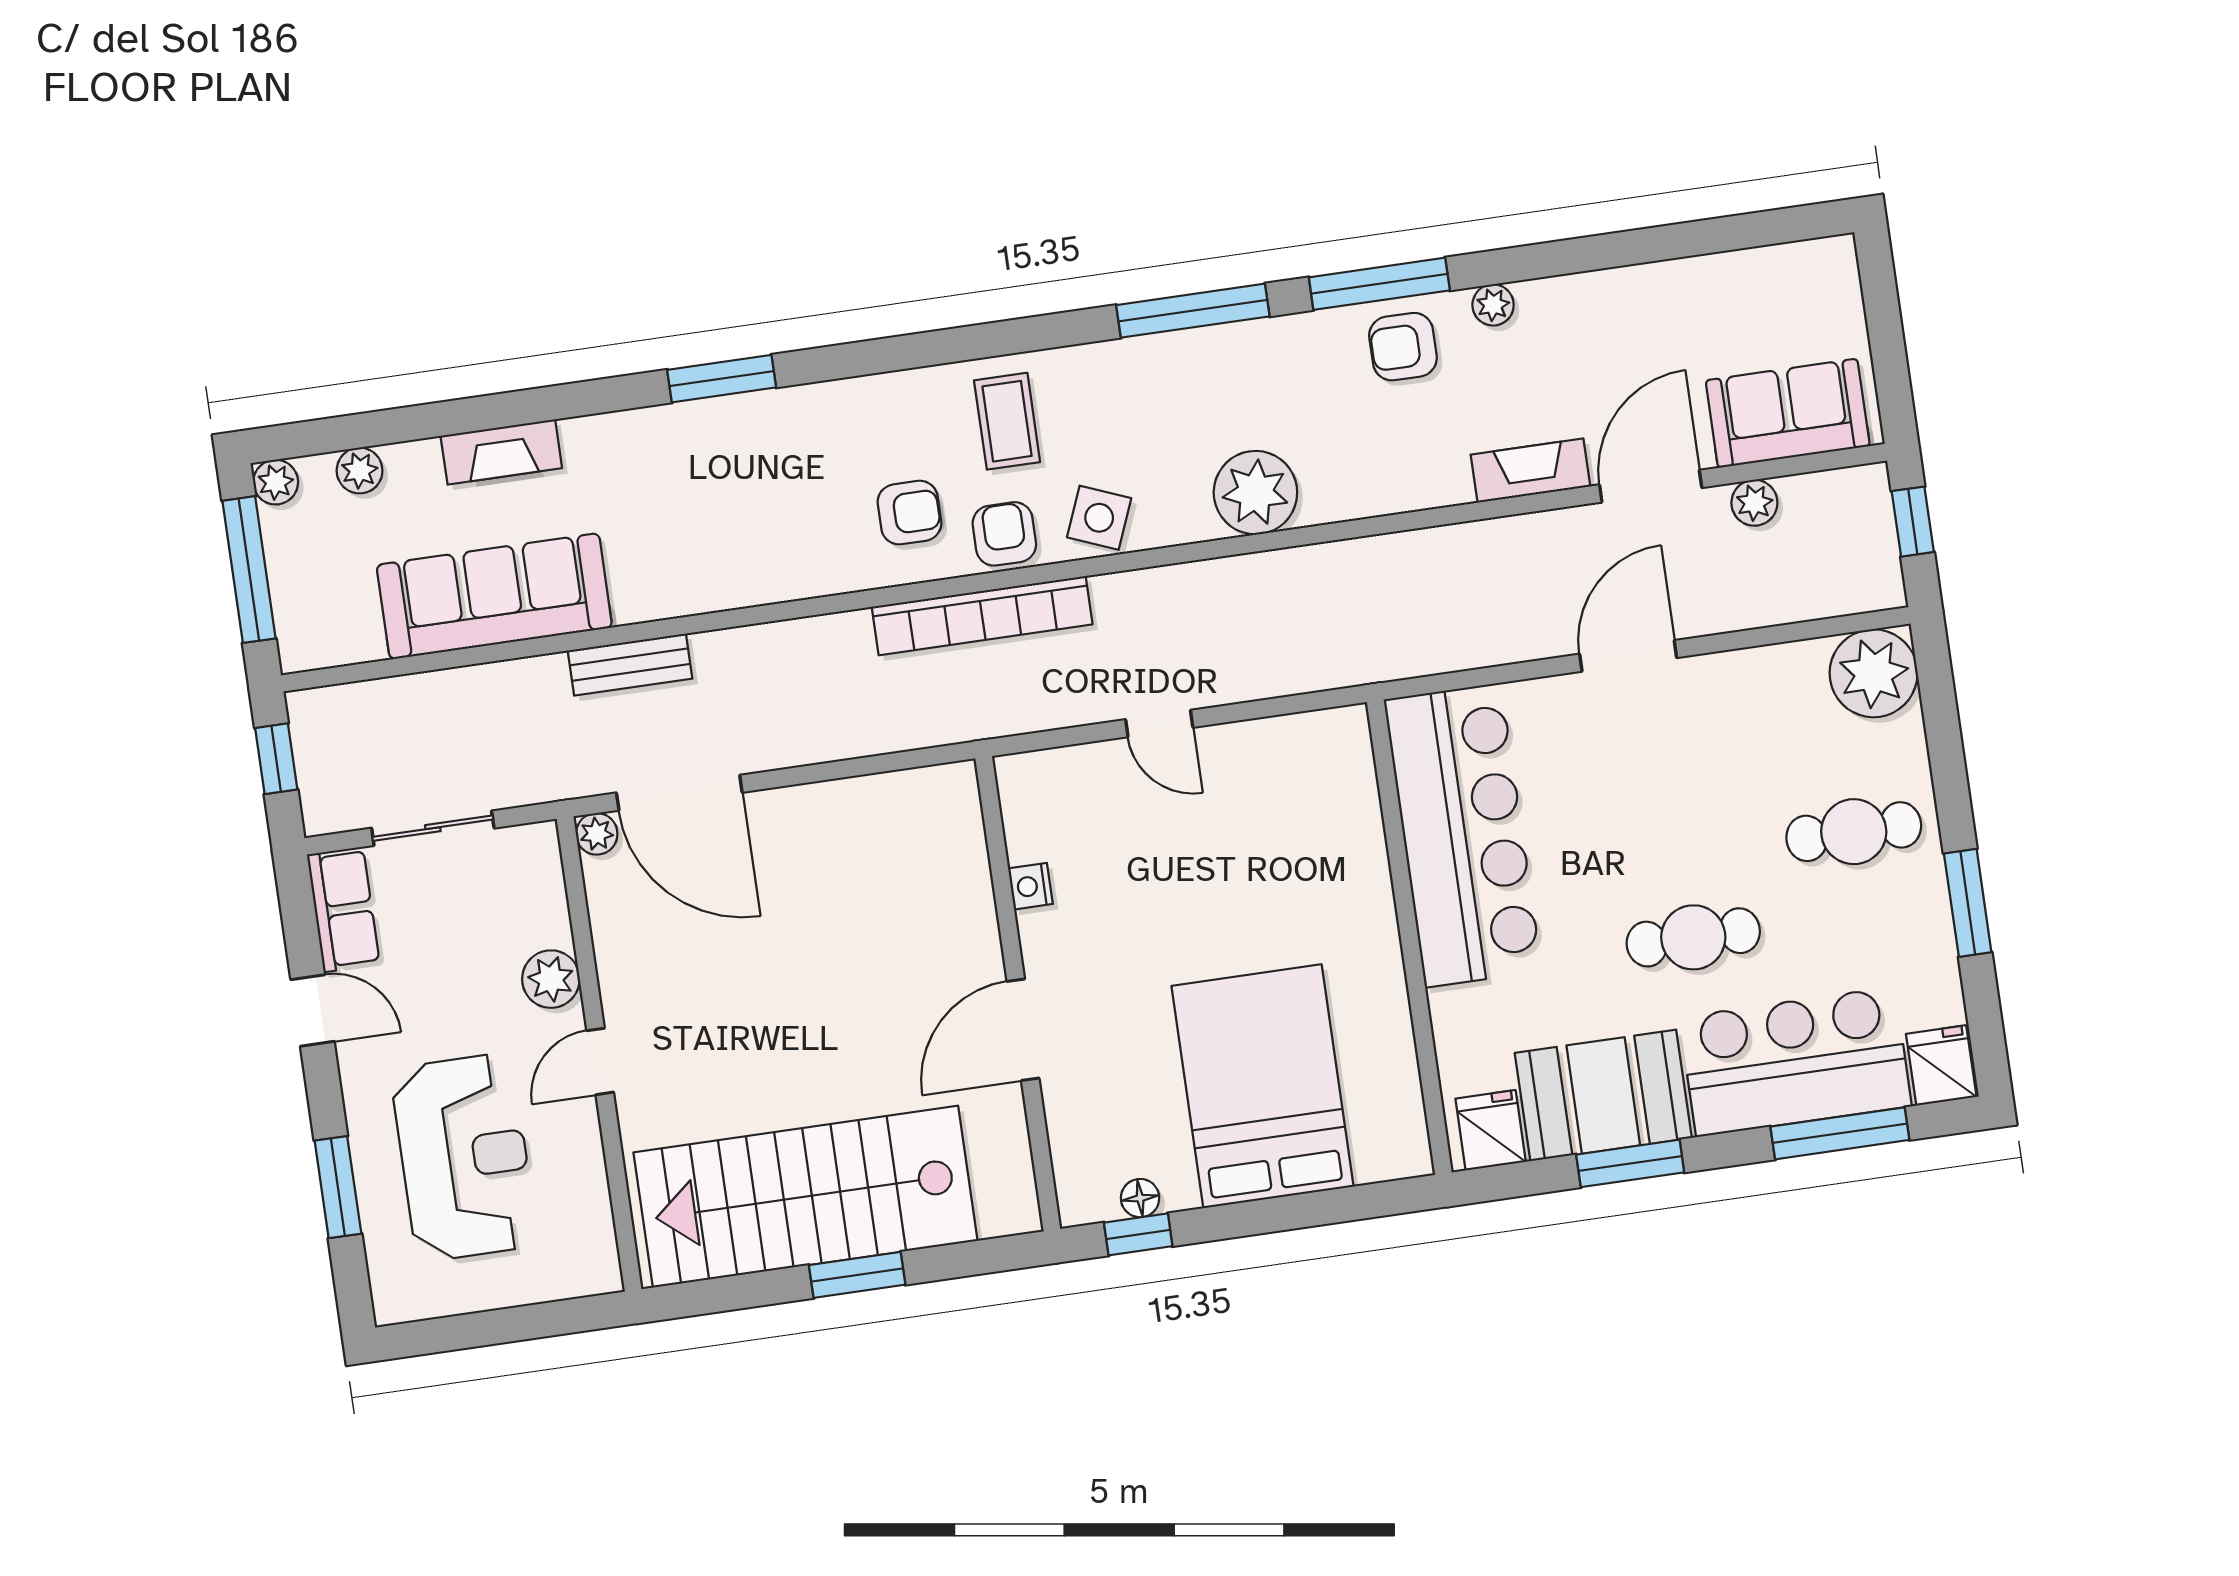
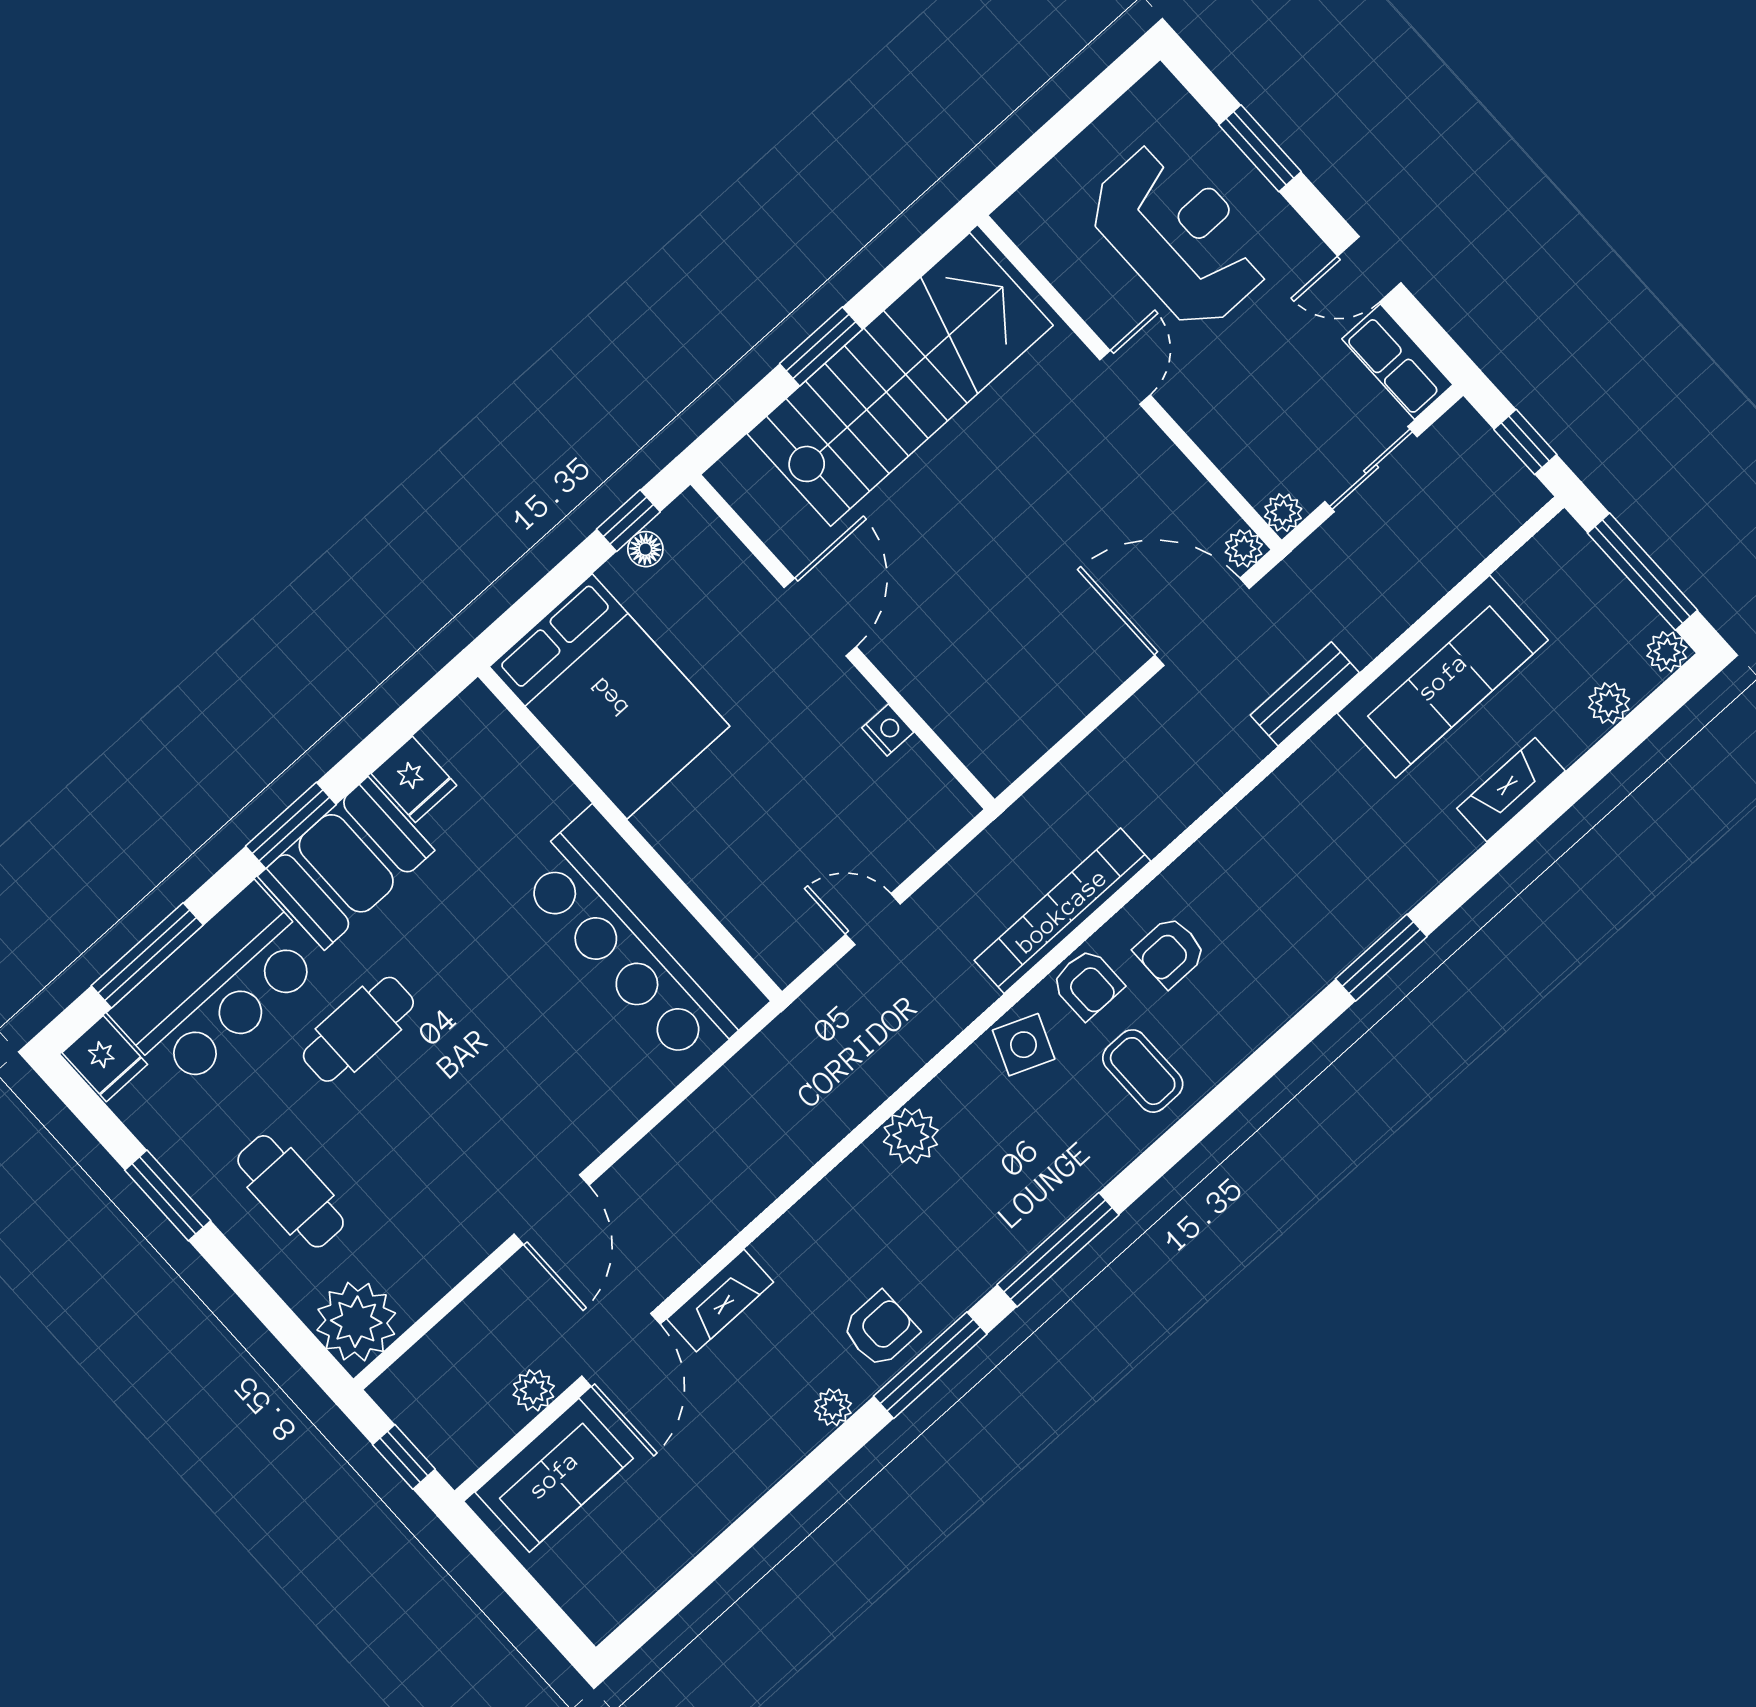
plant: (1255, 493) -> (911, 1136), width x0.73, depth x0.73
cafe table: (1854, 832) -> (291, 1191), turned 90
bar counter: (1463, 835) -> (641, 939), moved
wall: (1409, 937) -> (630, 834), moved
plant: (551, 979) -> (1283, 513), moved, width x0.73, depth x0.73
reception desk: (464, 1157) -> (1179, 235), turned 180

